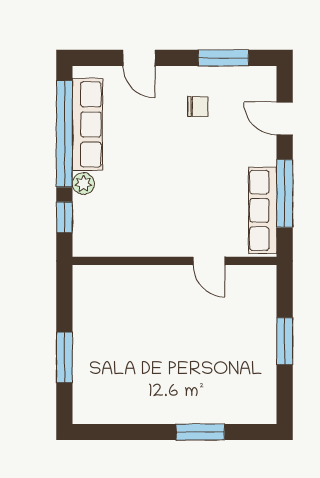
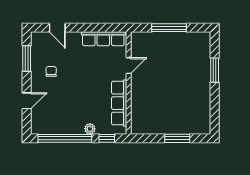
door: (285, 119) -> (57, 28), hinge flipped
row of seats: (87, 124) -> (119, 103), moved, turned -90
window: (285, 193) -> (95, 28), removed
window: (285, 341) -> (169, 28), width x1.44

